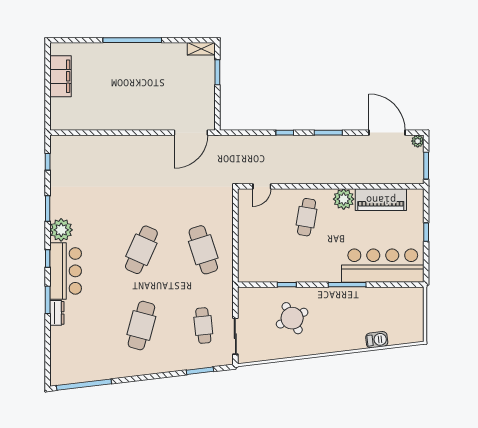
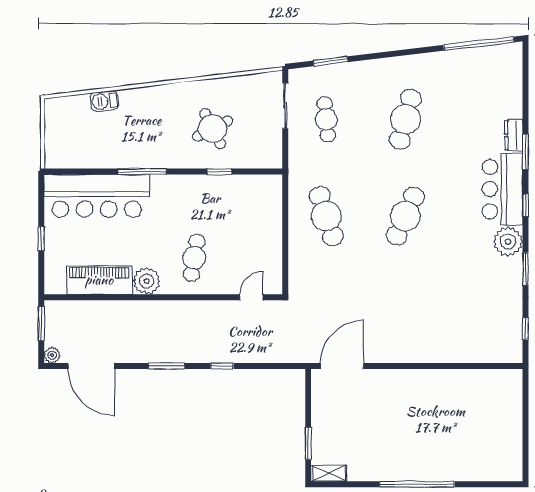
filing cabinet: (60, 76) -> (509, 438), removed

